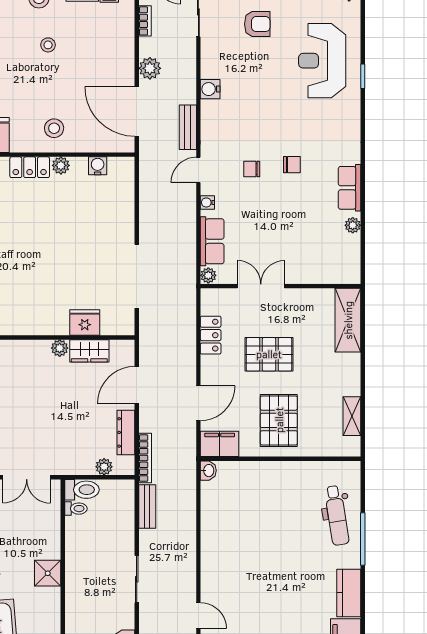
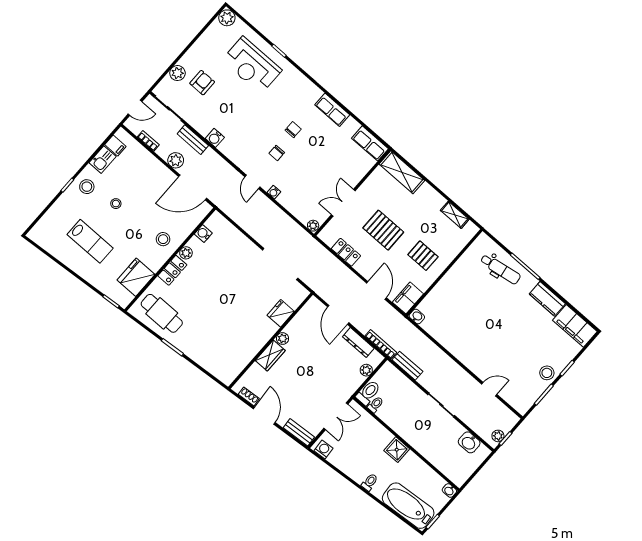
bench: (188, 127) -> (193, 140), moved
plant: (353, 225) -> (354, 126), removed
row of seats: (212, 241) -> (370, 143), moved, turned 180
wardrobe: (89, 351) -> (270, 356), moved
pallet: (269, 354) -> (383, 230), turned 90
pallet: (279, 420) -> (423, 256), width x0.67, depth x0.71

